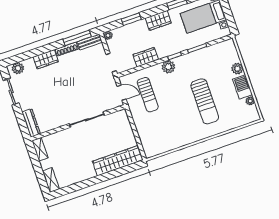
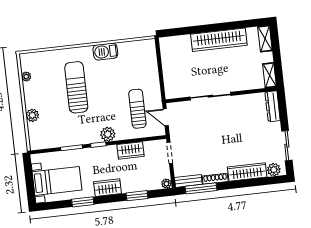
wardrobe: (46, 59) -> (247, 172), width x1.50
barbecue: (243, 87) -> (105, 52), moved, turned 90
wardrobe: (118, 161) -> (219, 40), moved

